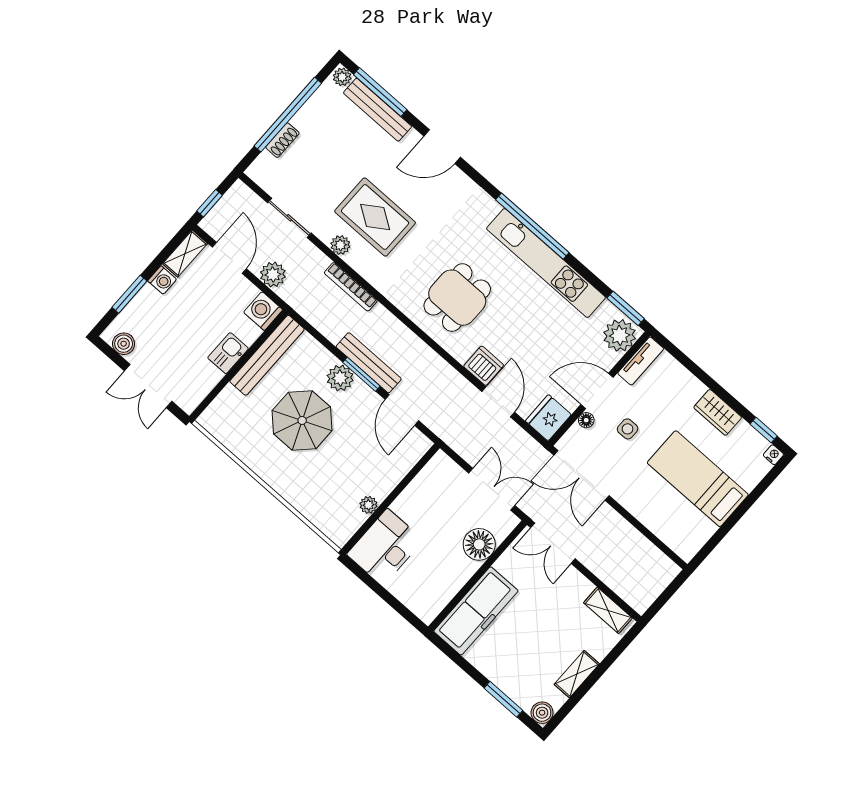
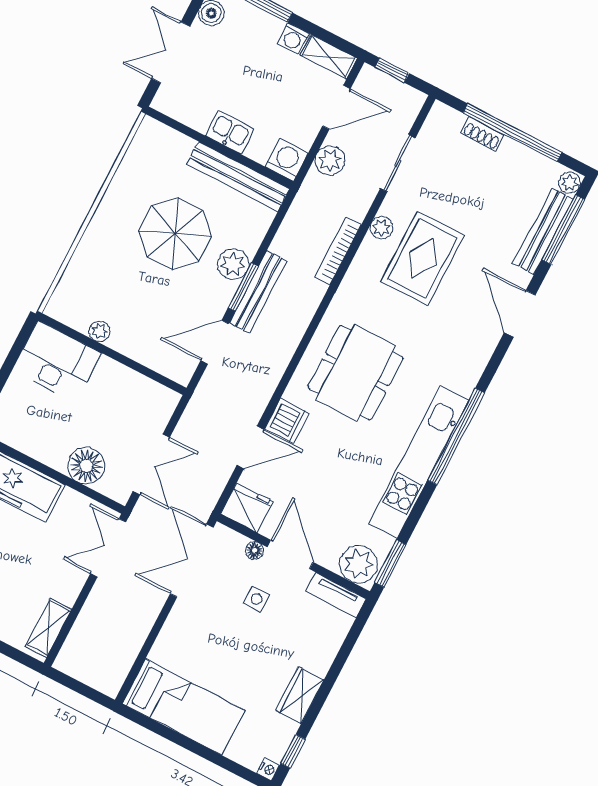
dining table: (457, 298) -> (356, 373), width x1.38
bed: (698, 479) -> (184, 707), moved, turned 90

